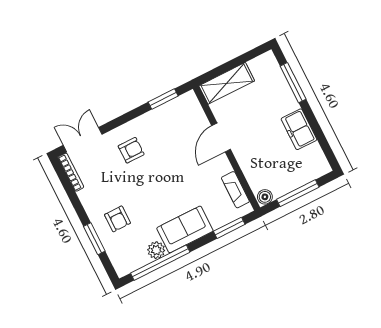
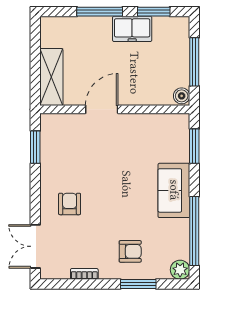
window: (293, 83) -> (100, 12), moved
door: (221, 138) -> (102, 109), swing flipped
window: (322, 140) -> (154, 12), added
bookcase: (71, 172) -> (84, 274), moved, width x0.64
fireplace: (235, 190) -> (160, 121), removed
plant: (156, 250) -> (180, 270), moved

